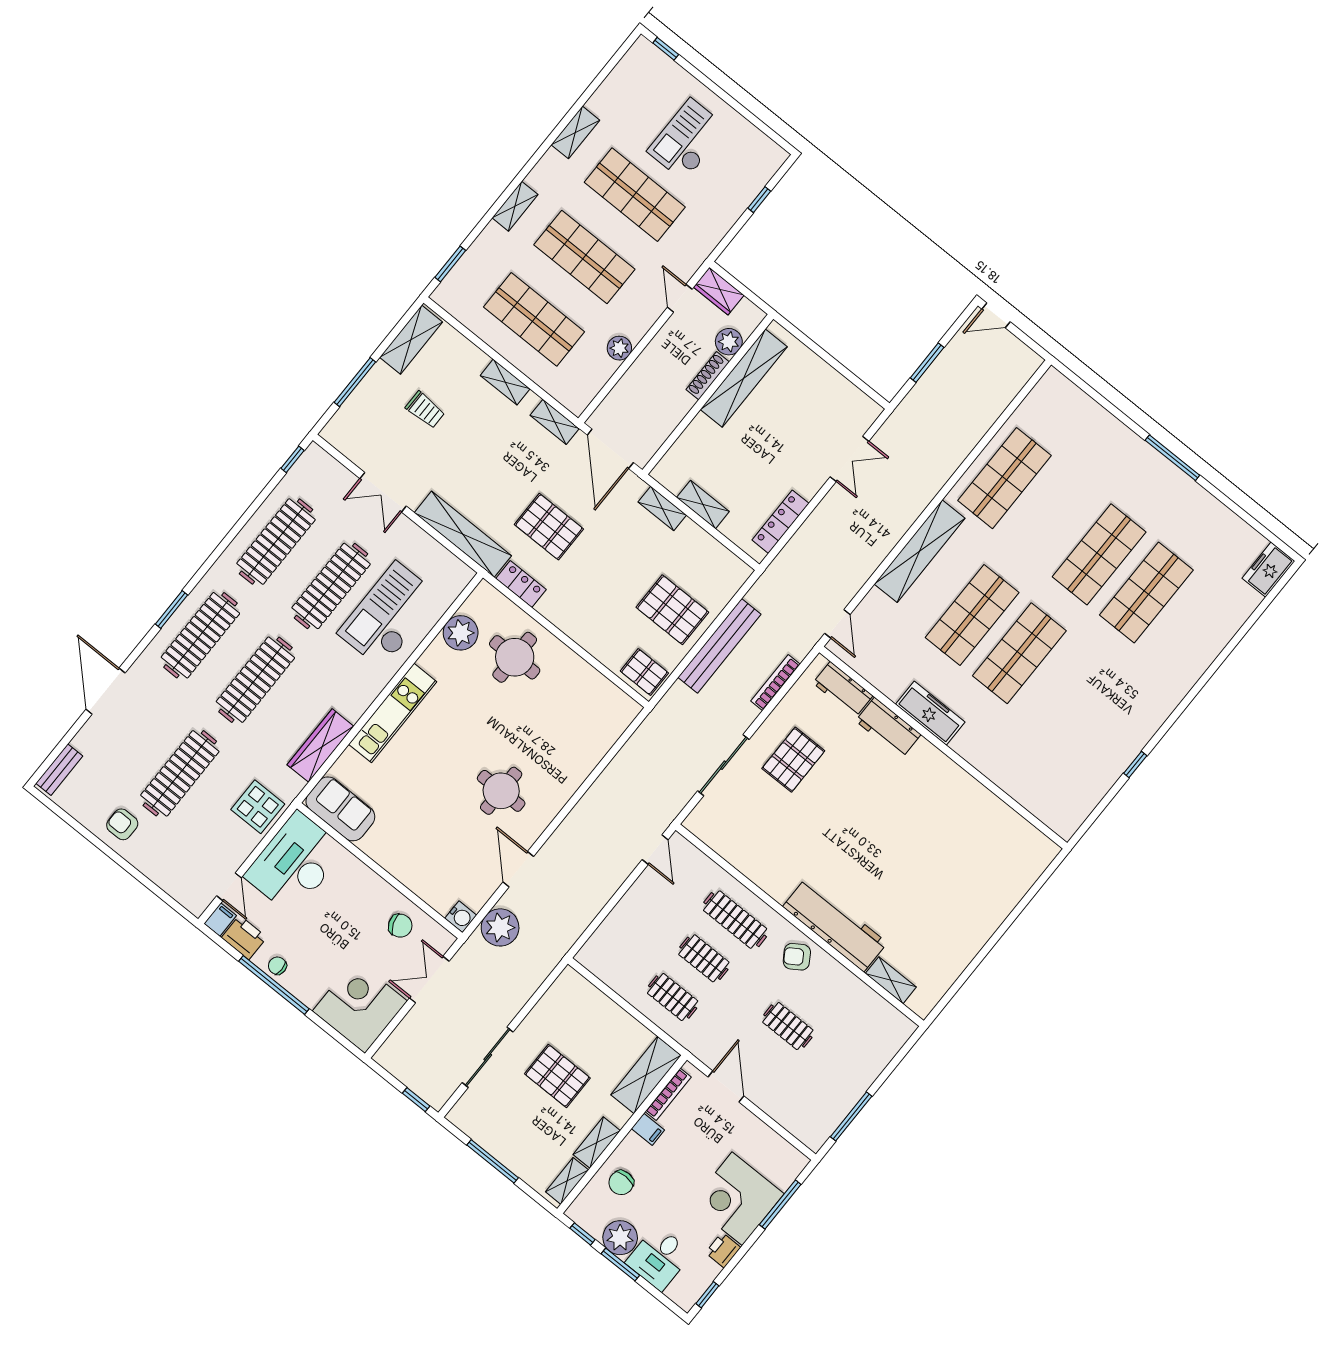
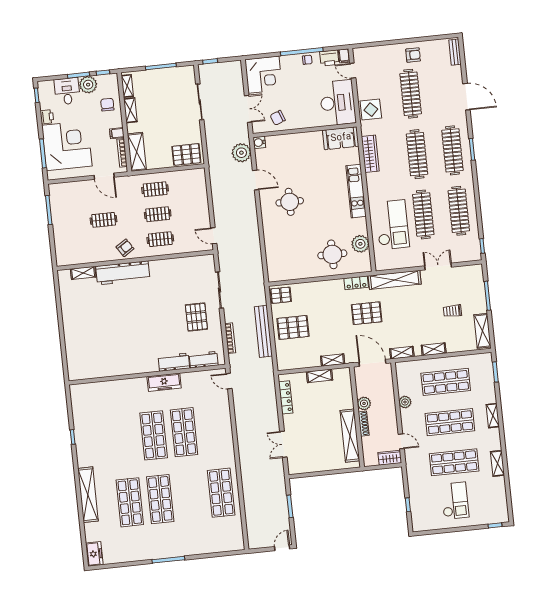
plant: (729, 342) -> (364, 403), moved
shelving: (920, 551) -> (88, 495), moved
clothes rail: (735, 920) -> (160, 239), width x0.73
pallet: (557, 1076) -> (186, 154), moved
corner desk: (737, 1199) -> (67, 146), width x1.36, depth x1.36

